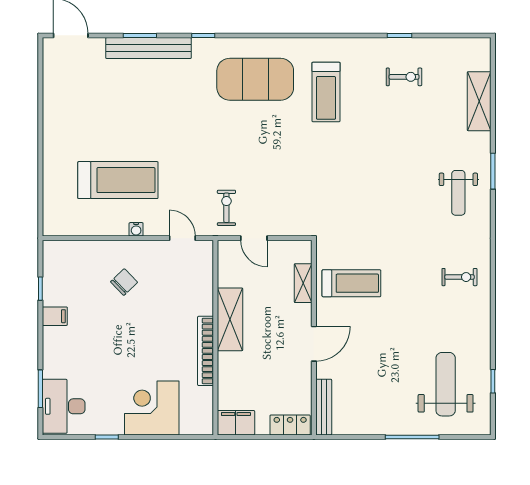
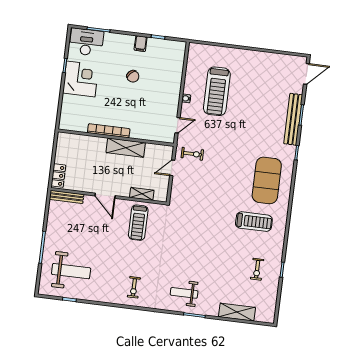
treadmill: (326, 92) -> (254, 222), turned 180
chair: (124, 282) -> (133, 76), moved
corner desk: (152, 408) -> (81, 79), moved
filing cabinet: (236, 423) -> (64, 144), removed

